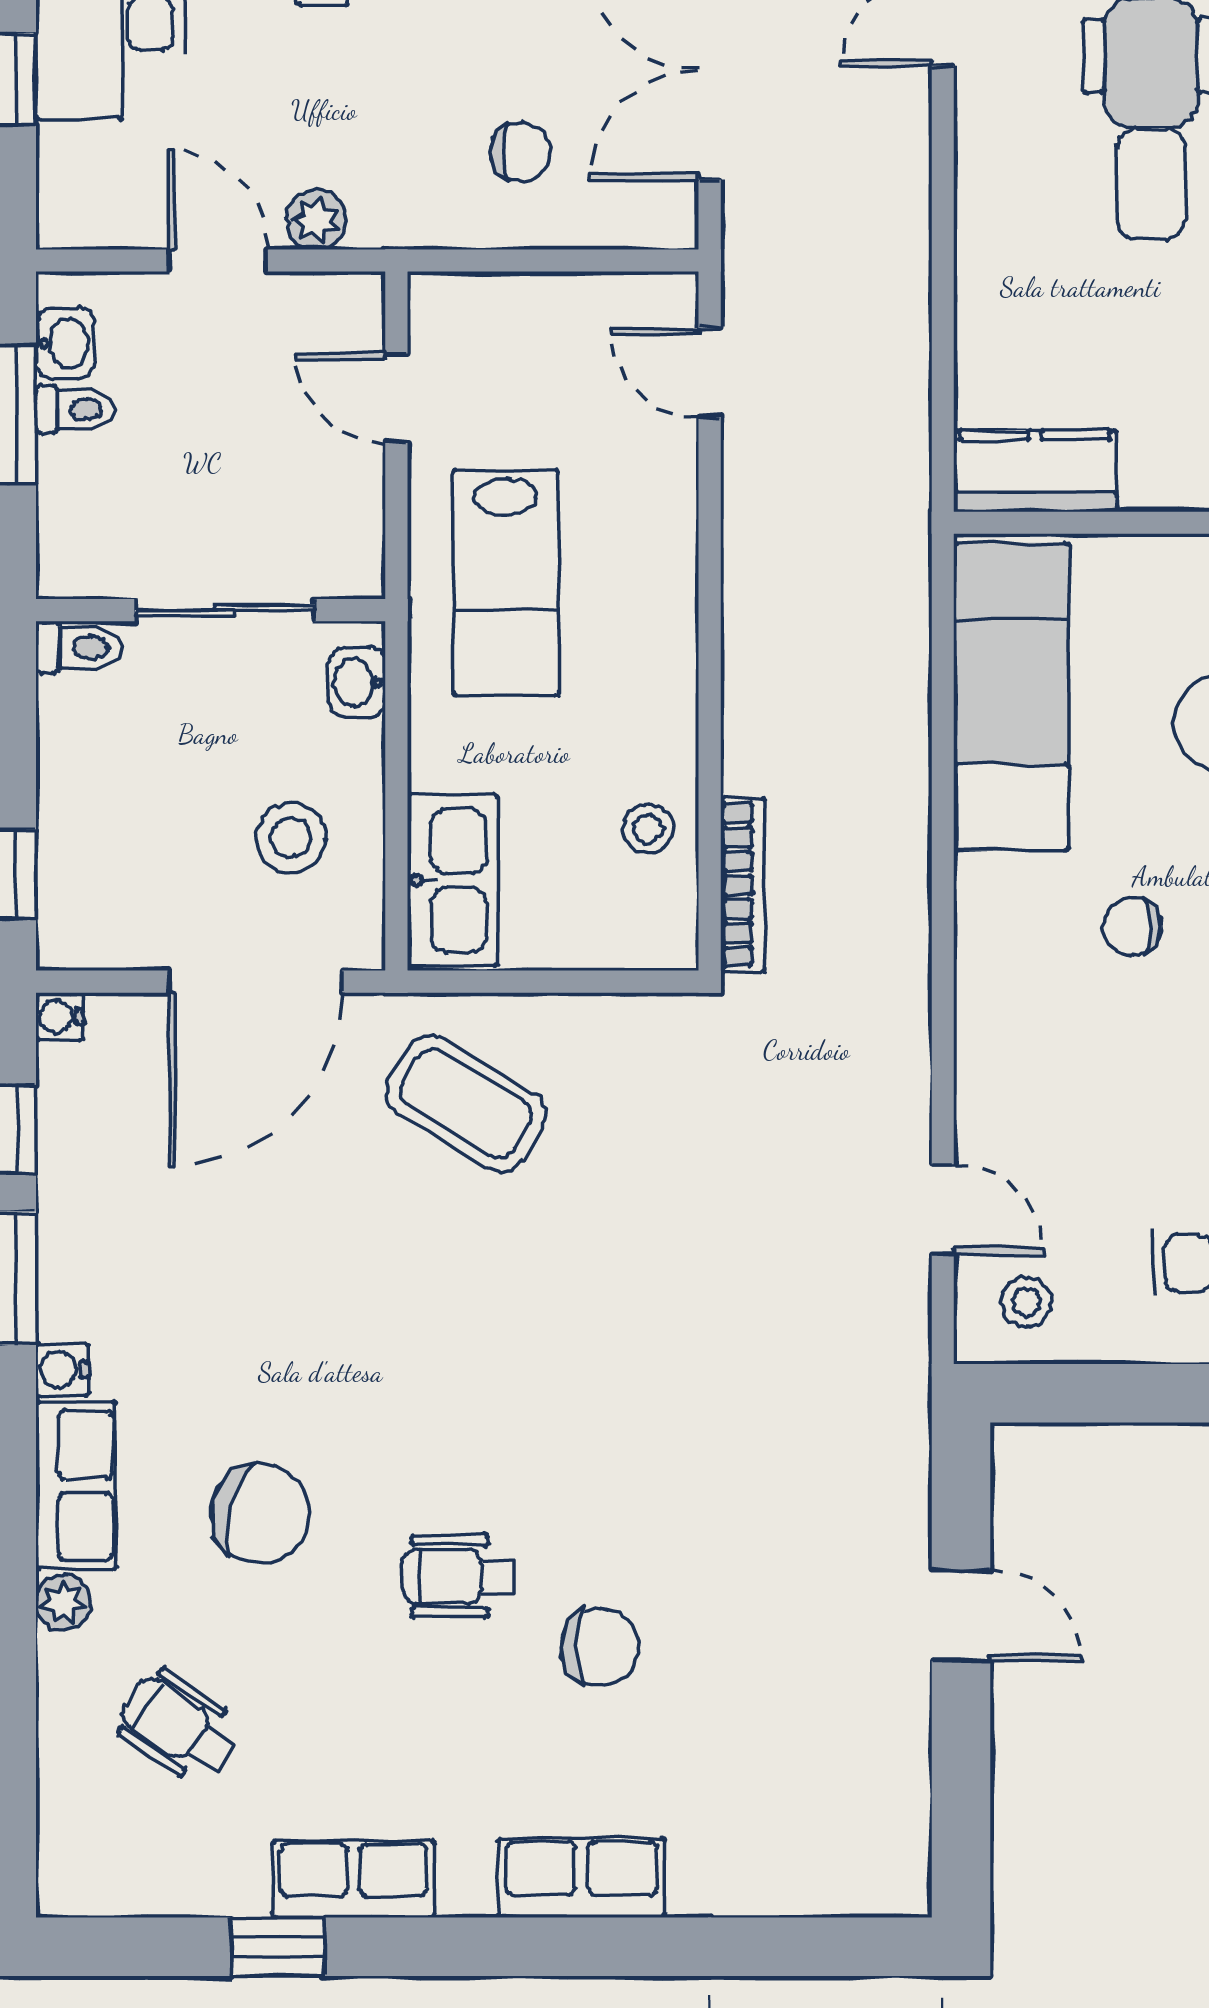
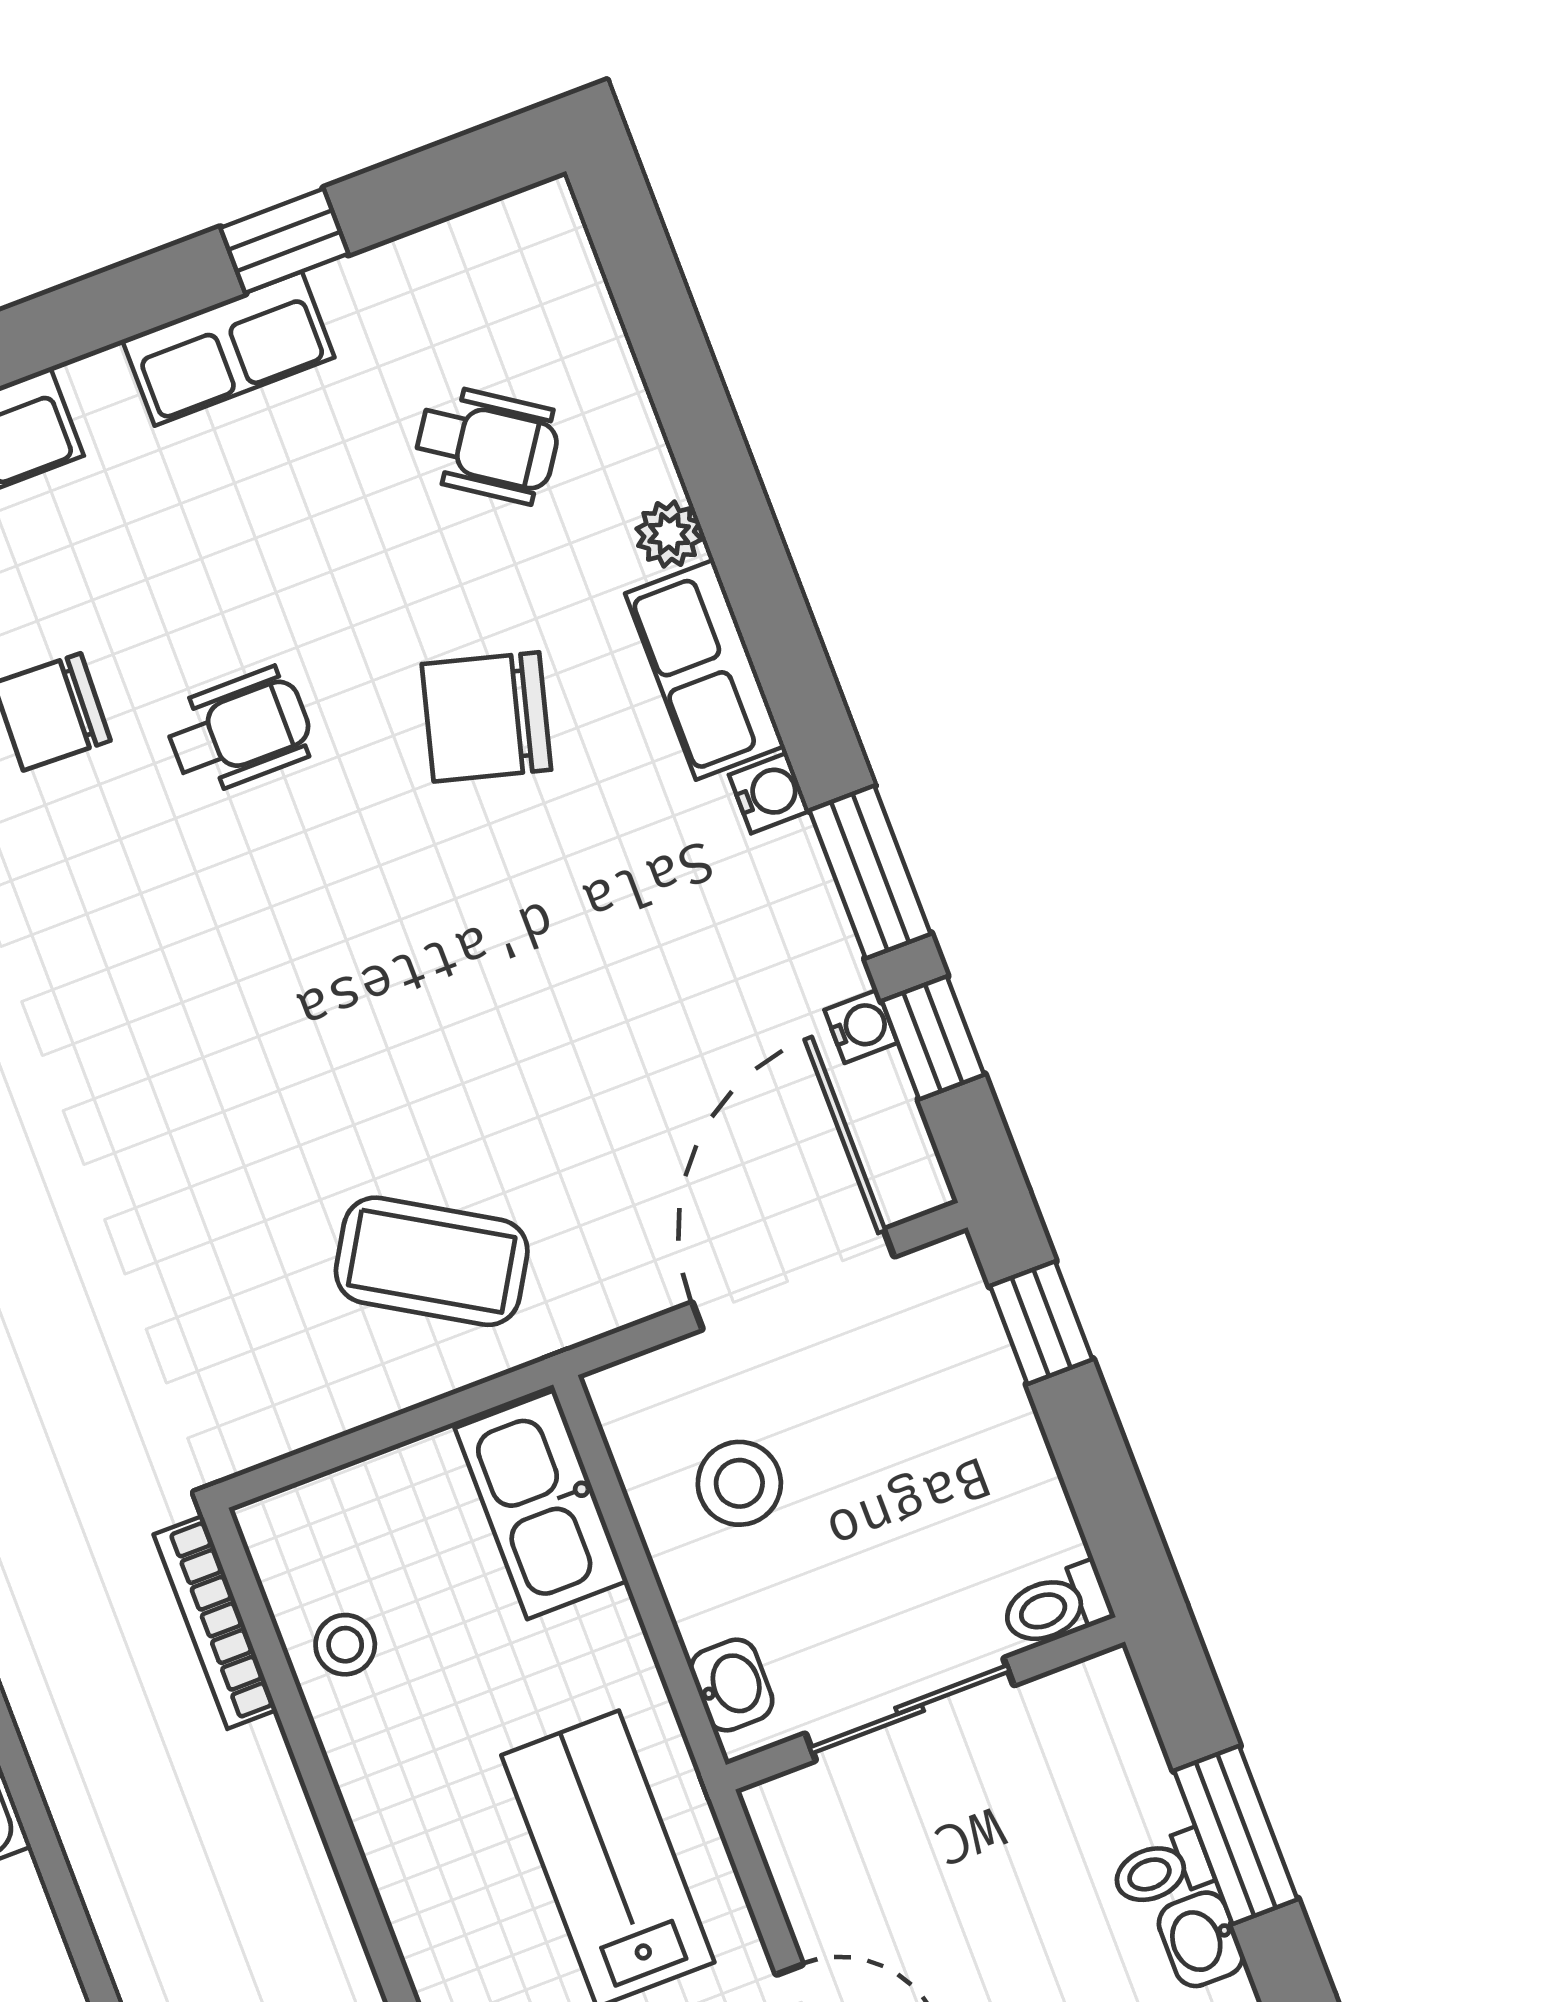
door: (255, 982) -> (793, 1279), moved
water cooler: (60, 1016) -> (861, 1026), moved

